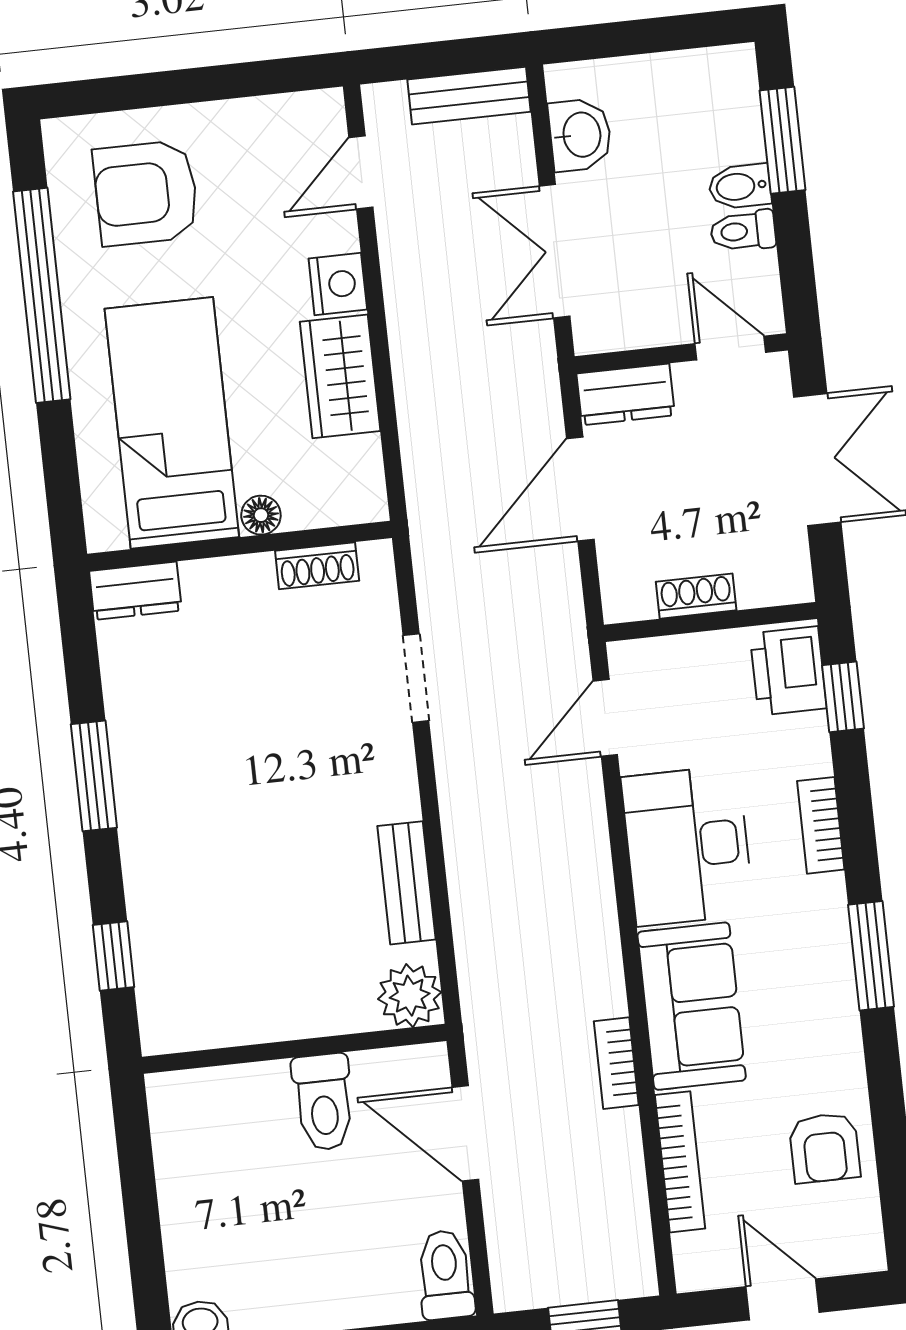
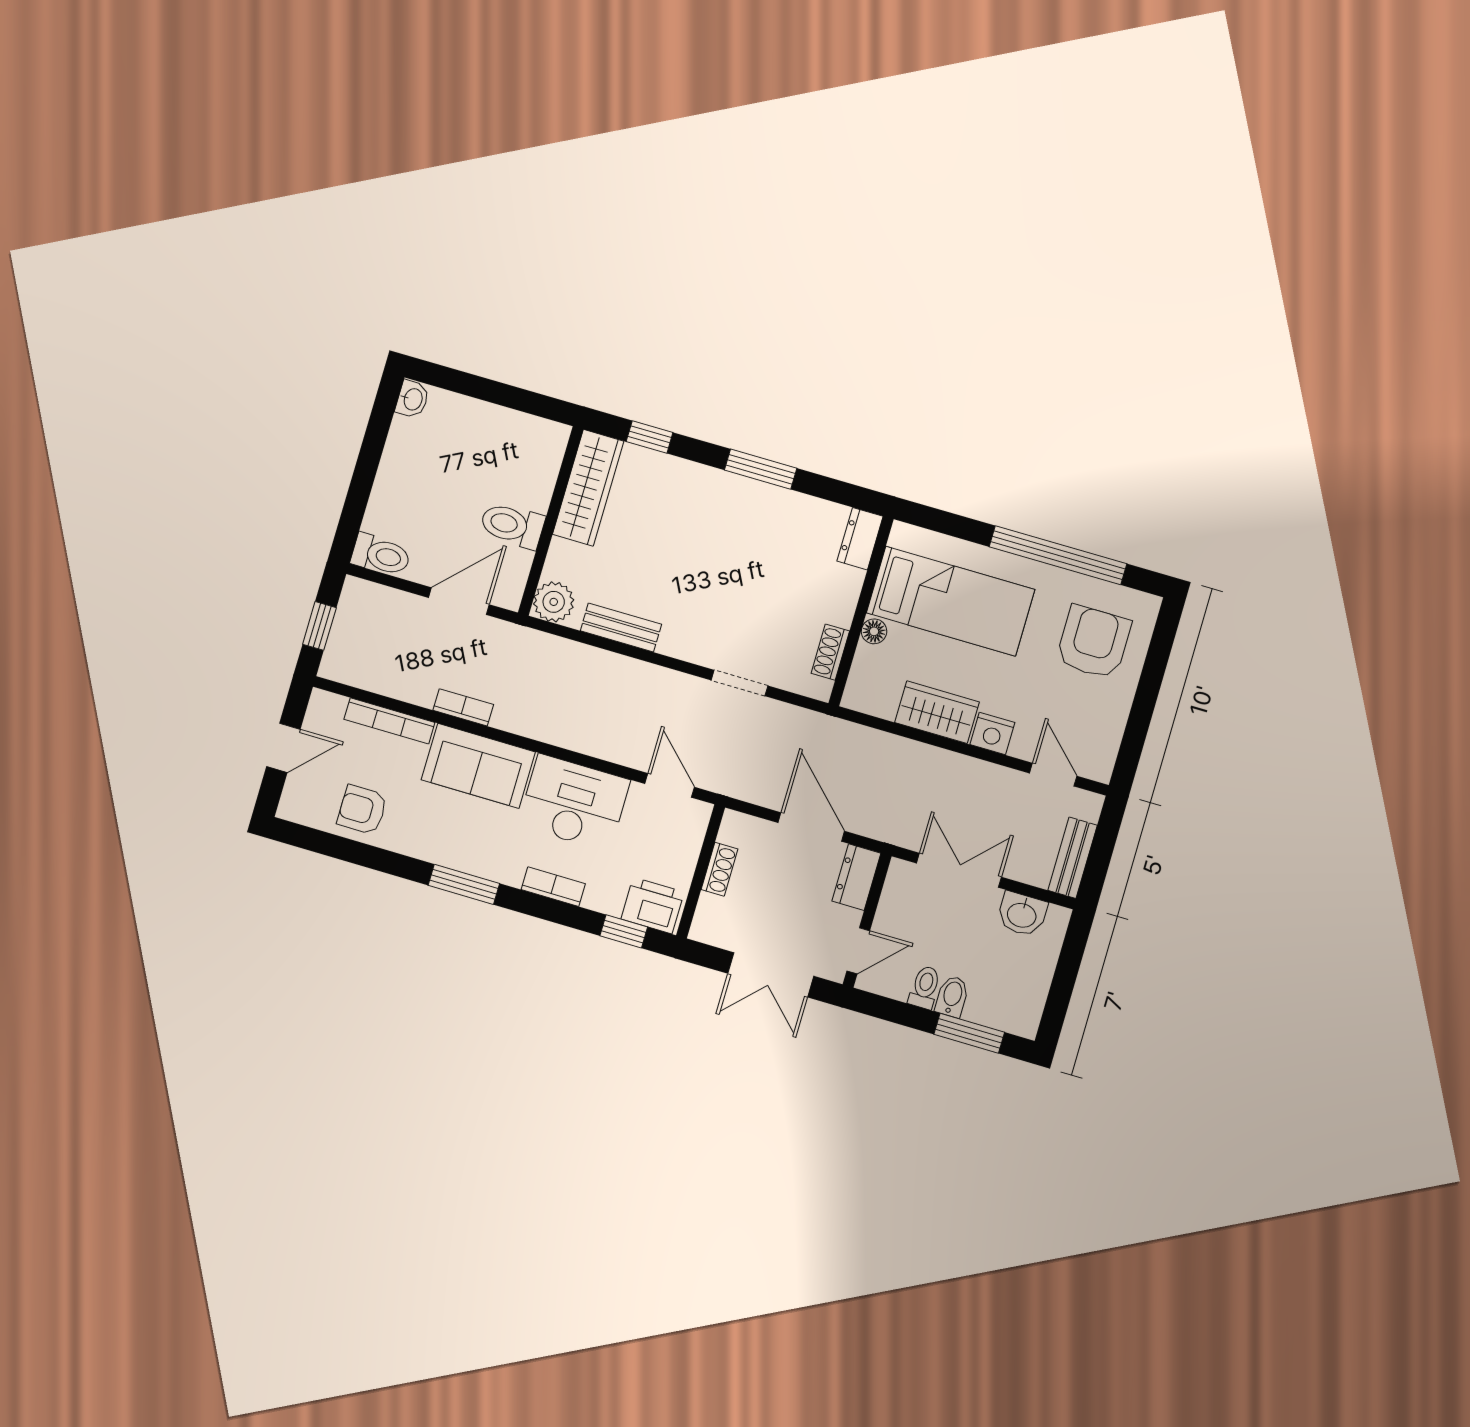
wardrobe: (224, 1014) -> (588, 488), added

